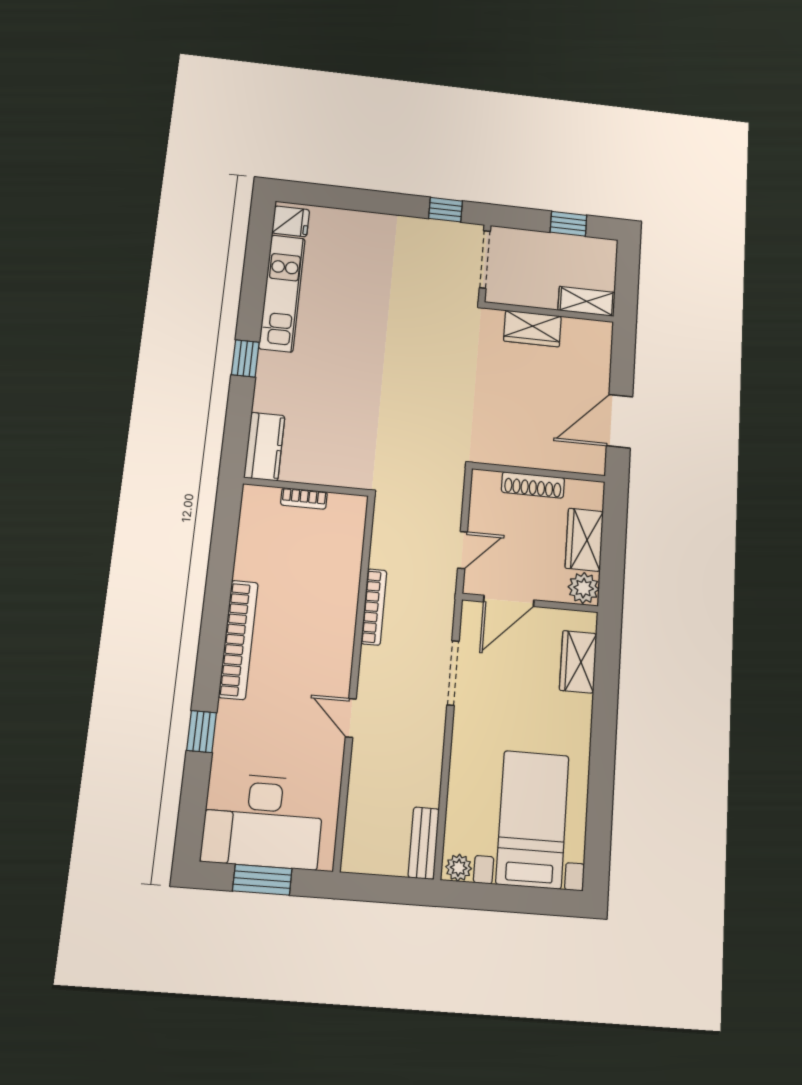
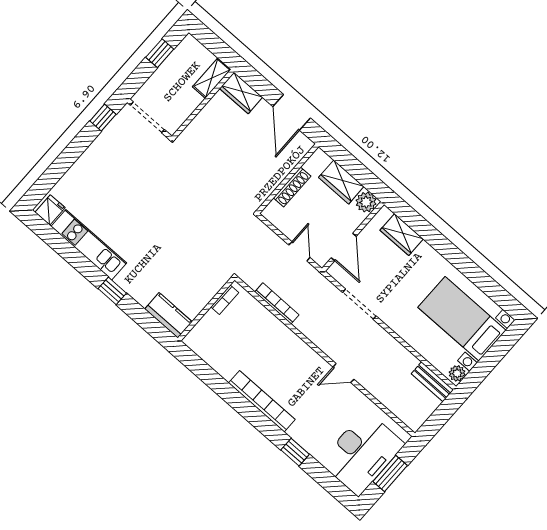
wardrobe: (532, 328) -> (241, 93), moved, turned 90
bookcase: (304, 498) -> (225, 300), moved
bookcase: (374, 607) -> (277, 303), moved

